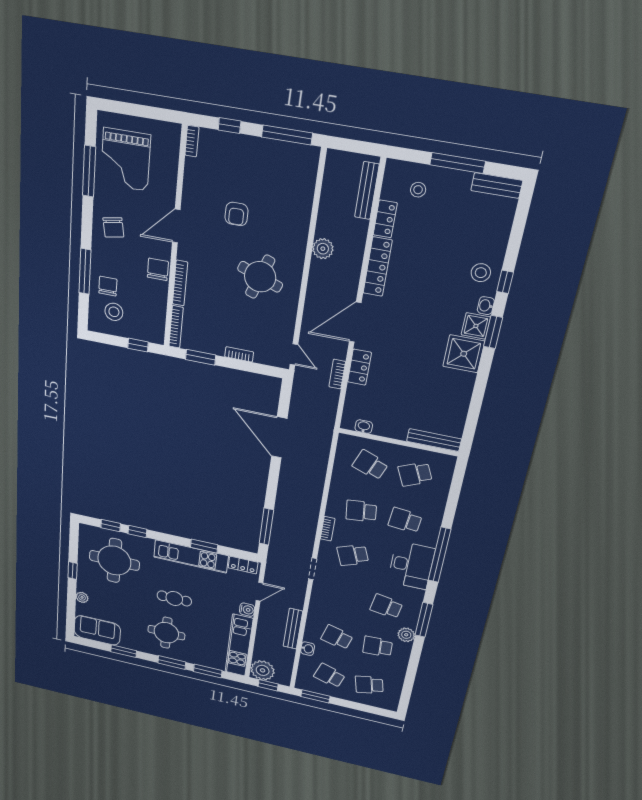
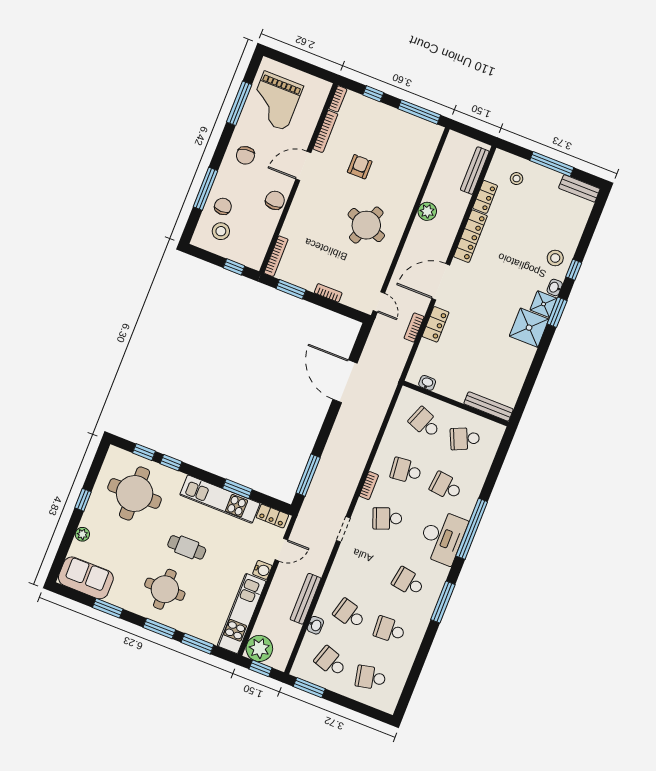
armchair: (236, 214) -> (360, 167), turned 180
bookcase: (180, 283) -> (325, 131), moved
plant: (406, 635) -> (422, 618), removed

